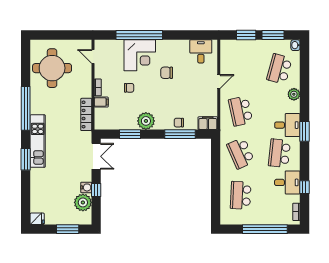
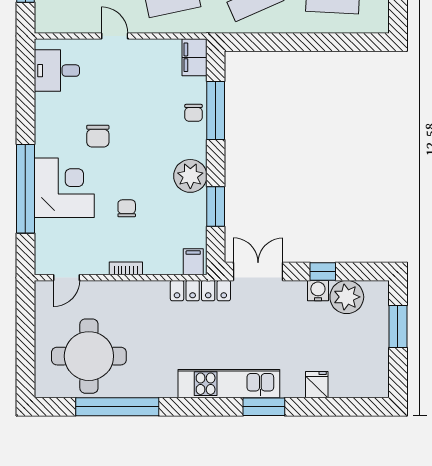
filing cabinet: (101, 102) -> (193, 262), moved
window: (26, 108) -> (117, 407), moved
locker: (86, 114) -> (200, 291), moved
fridge: (37, 219) -> (317, 385), moved

